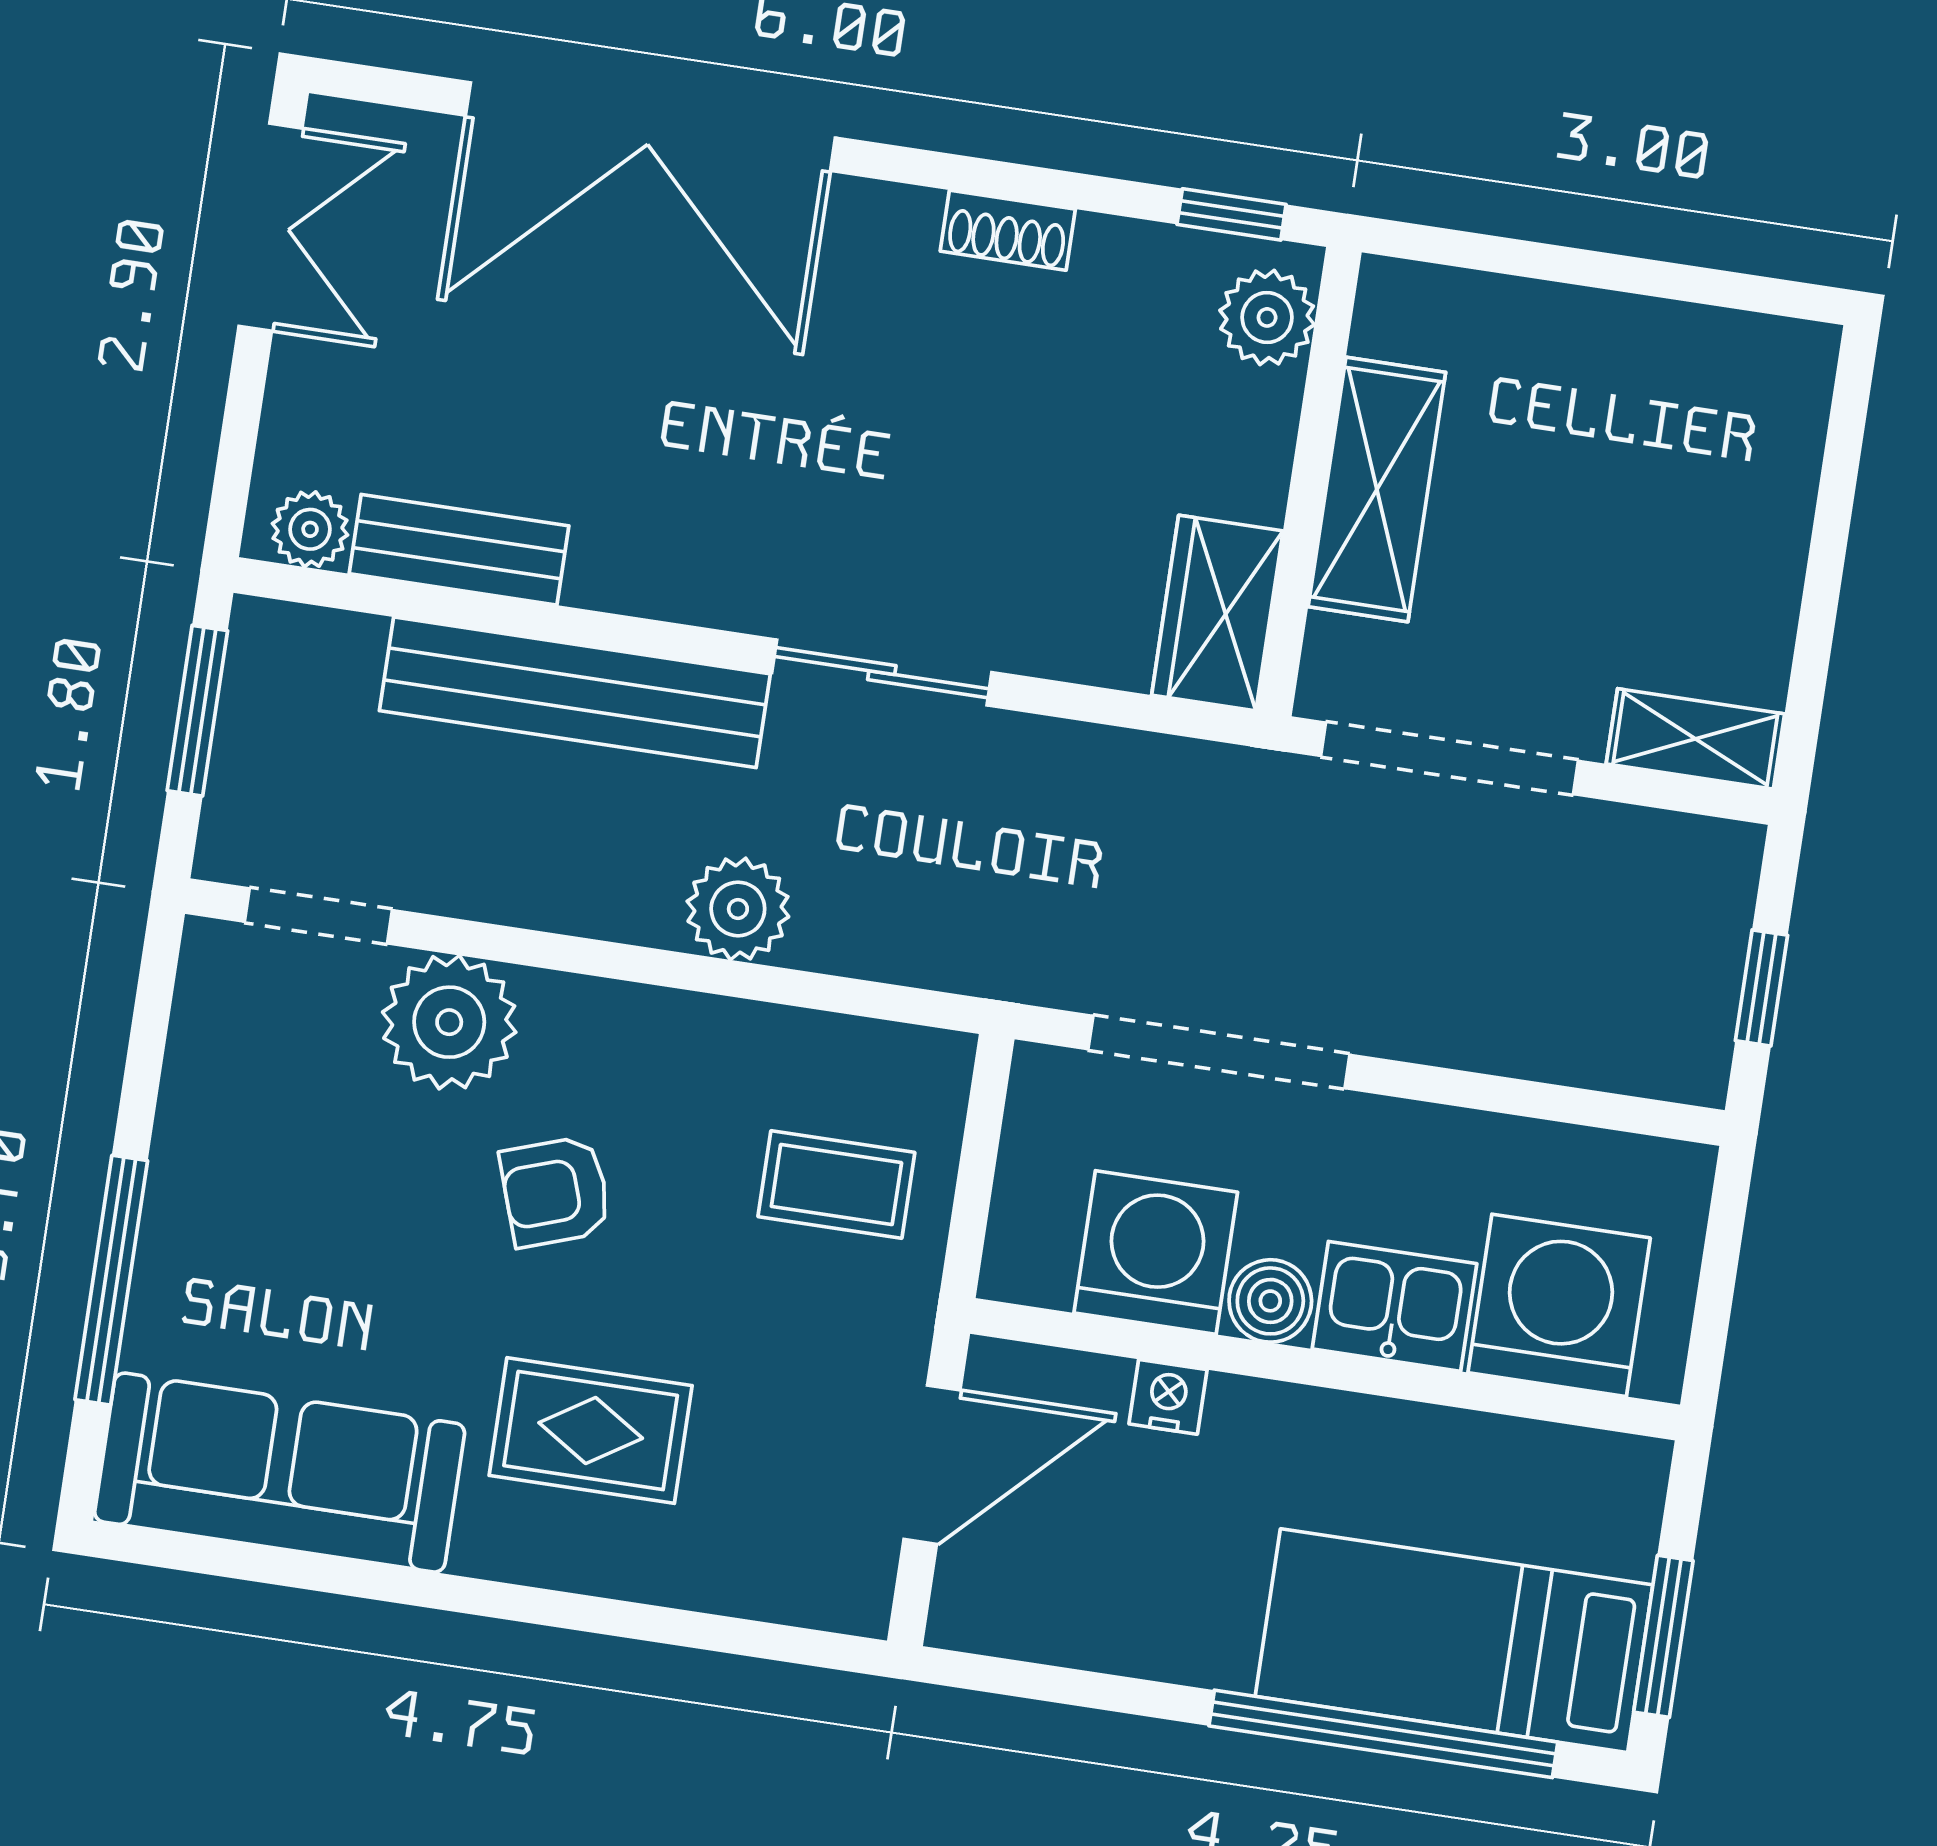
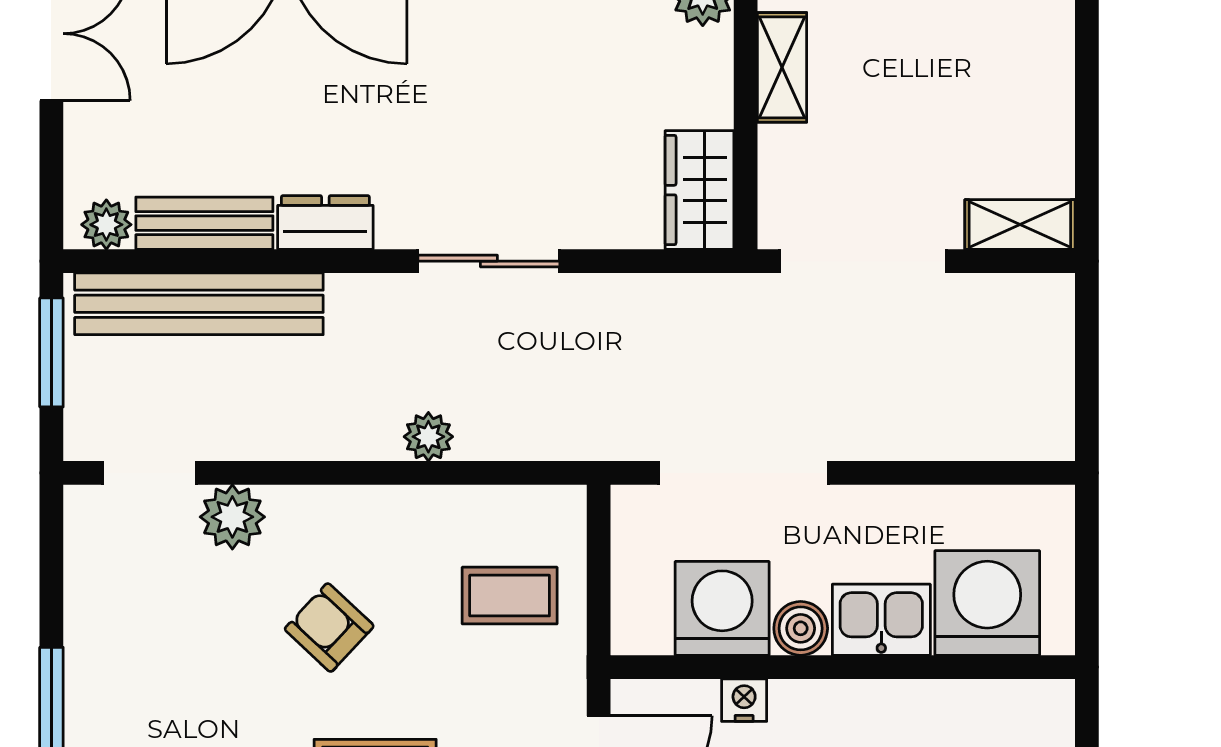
shelving: (1377, 489) -> (782, 67), width x0.67, depth x0.75
dresser: (643, 576) -> (325, 222), added
bench: (575, 692) -> (199, 304), moved
plant: (738, 909) -> (428, 437), width x0.73, depth x0.73
window: (1761, 988) -> (1087, 379), removed
plant: (449, 1022) -> (232, 517), width x0.73, depth x0.73
armchair: (555, 1192) -> (329, 628), turned 62

